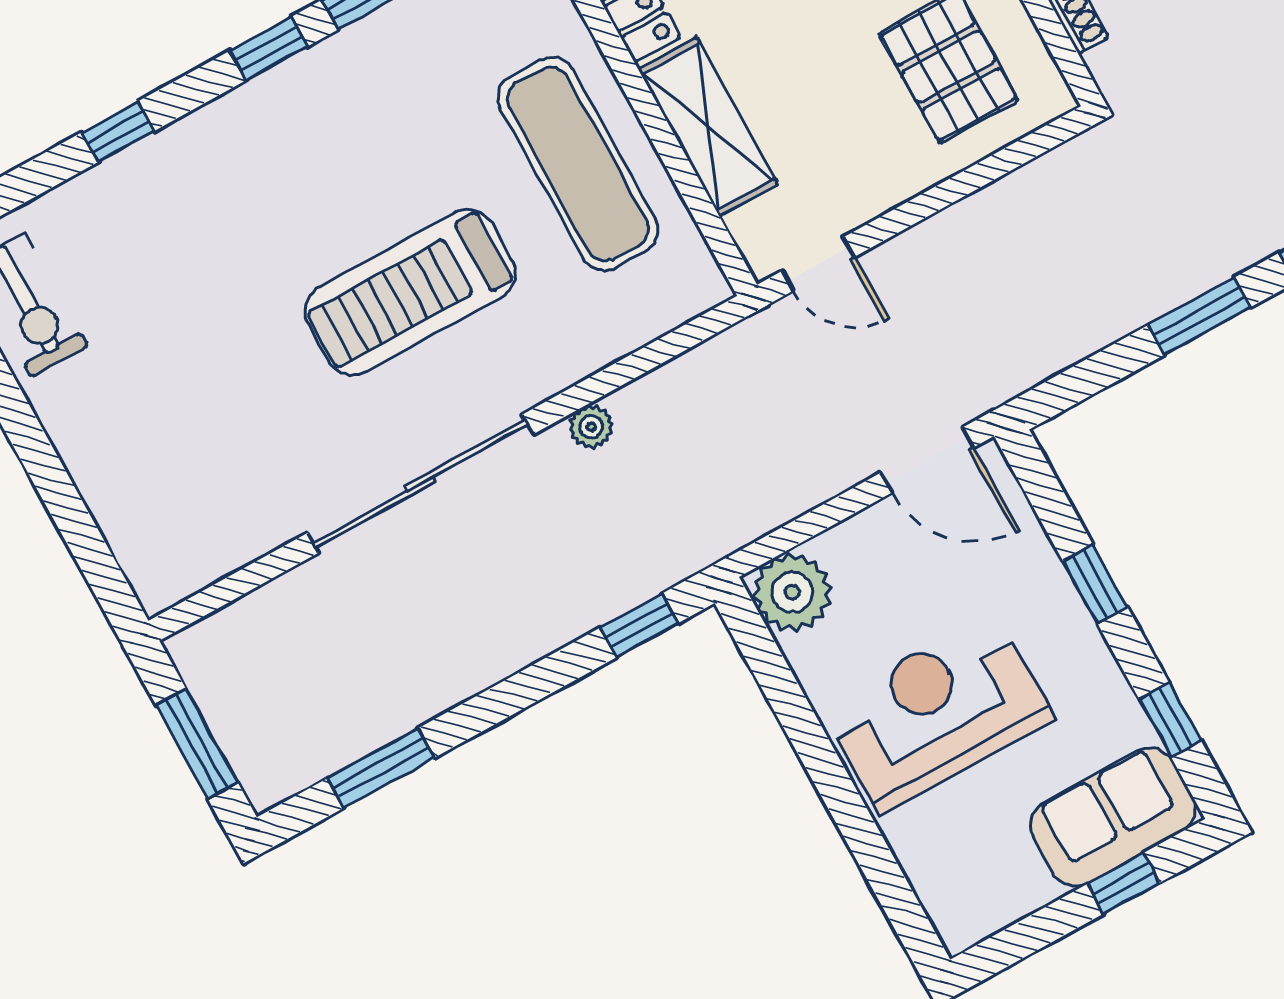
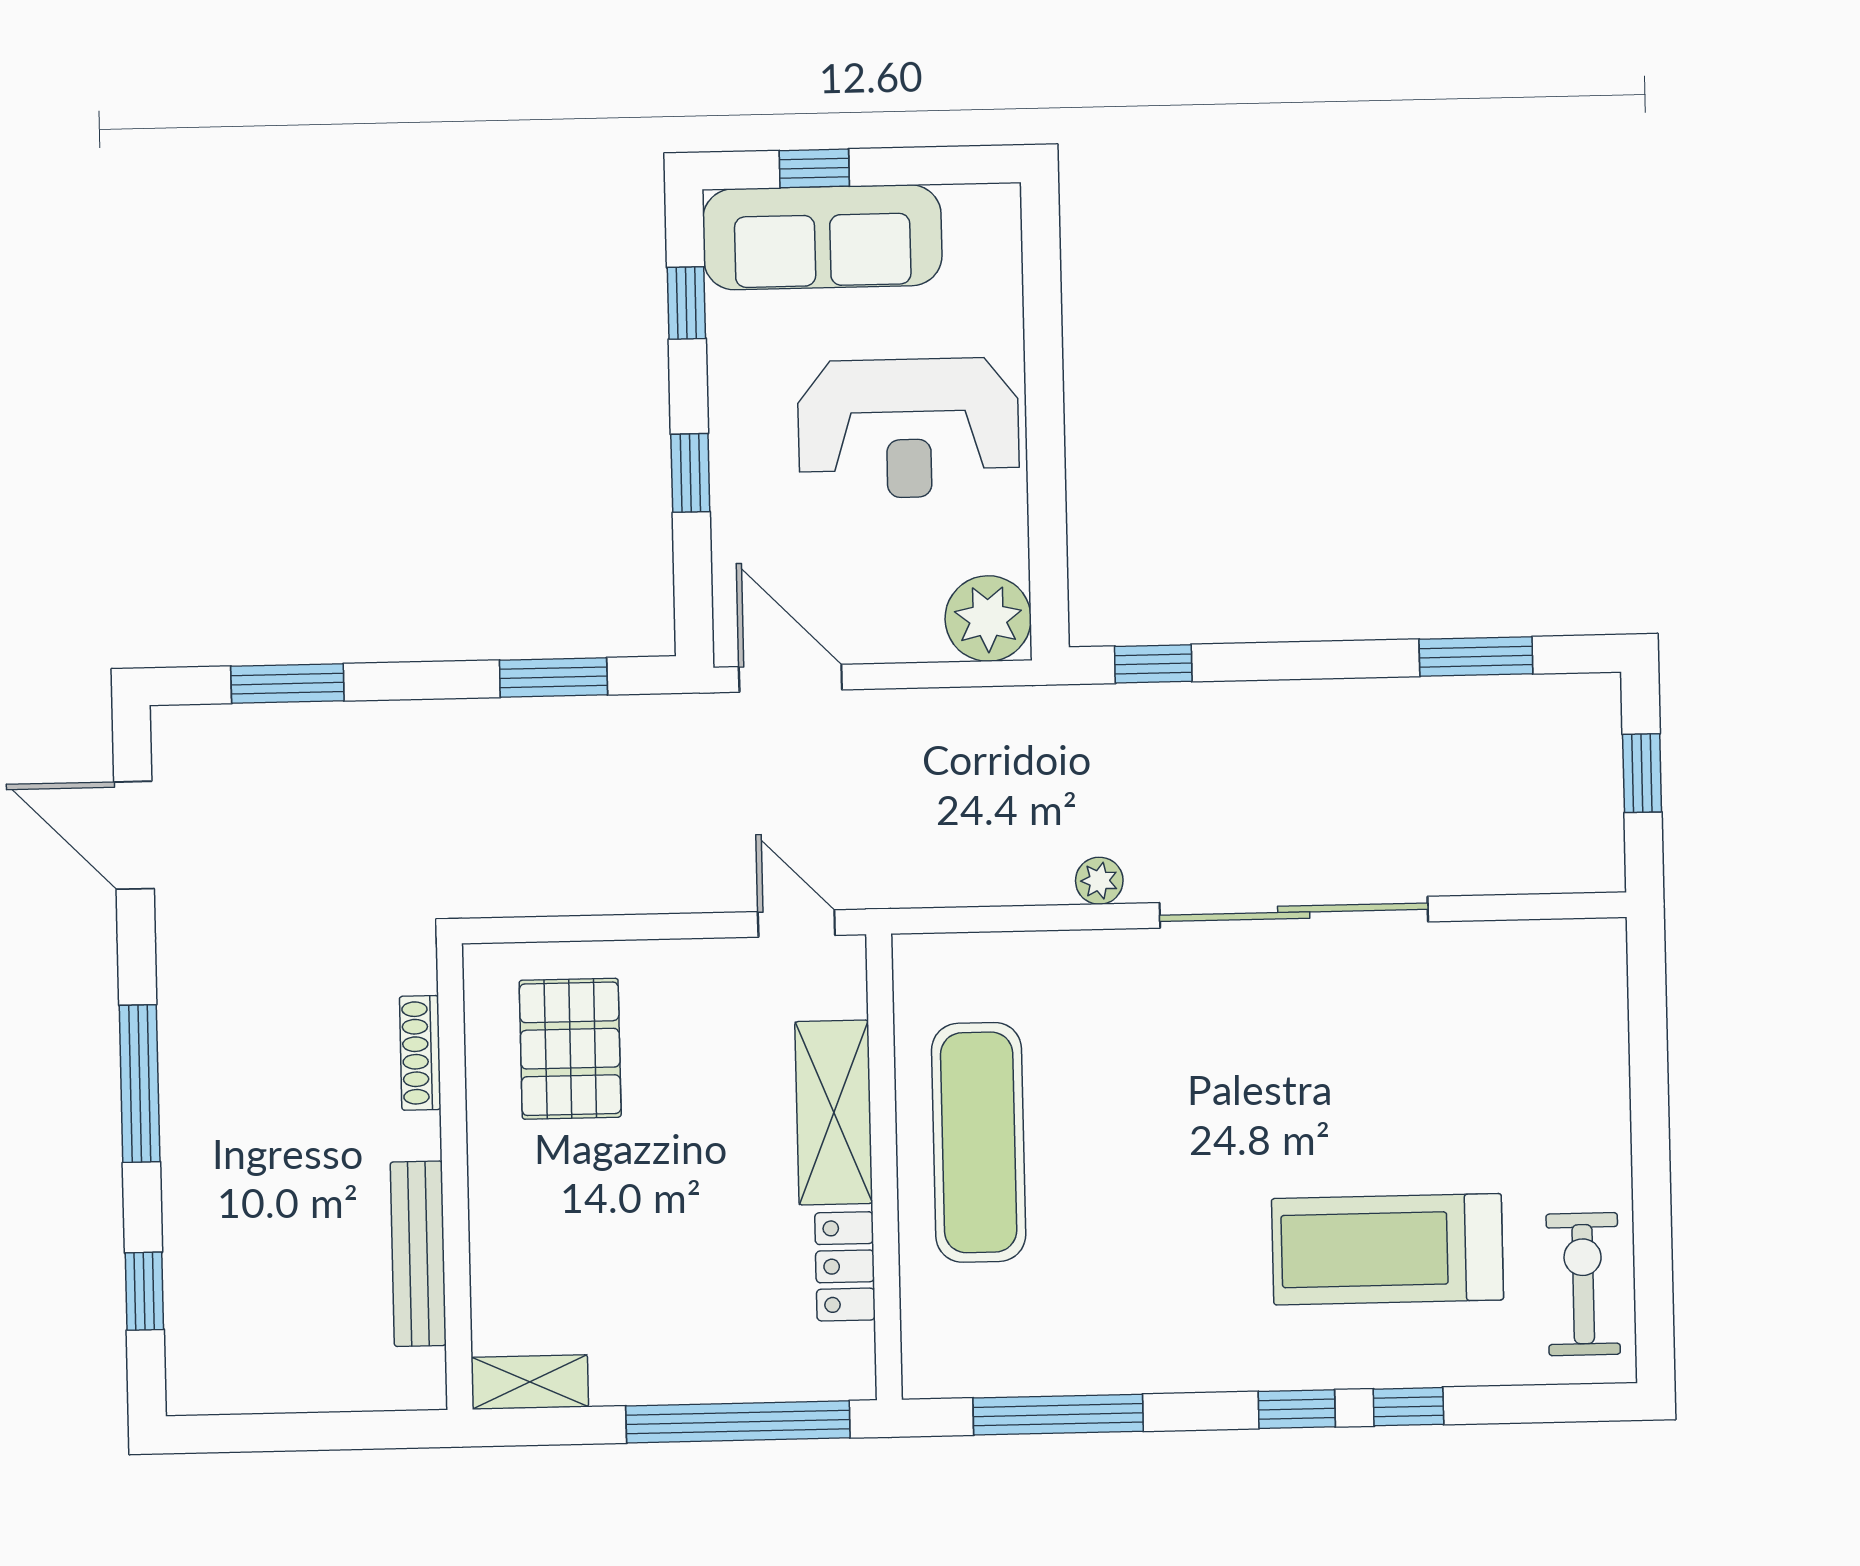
window: (269, 49) -> (1297, 1409), moved
treadmill: (410, 292) -> (1388, 1249), moved, turned 180
window: (1199, 316) -> (553, 677), moved
window: (197, 744) -> (1642, 773), width x0.67
sofa: (1113, 817) -> (822, 237), width x1.36

